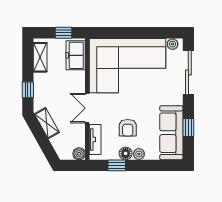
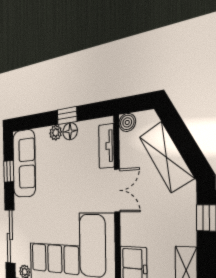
shelving: (47, 123) -> (166, 157), width x1.50, depth x1.33
armchair: (128, 128) -> (68, 166), removed
window: (117, 165) -> (67, 116), moved

